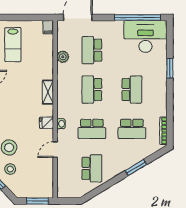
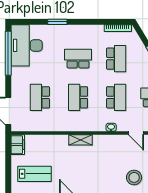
filing cabinet: (48, 27) -> (18, 145), width x2.00
school desk: (92, 50) -> (40, 97), turned 90
plant: (63, 57) -> (46, 125), removed
school desk: (92, 90) -> (78, 97), turned 90
fridge: (46, 123) -> (110, 141), removed

